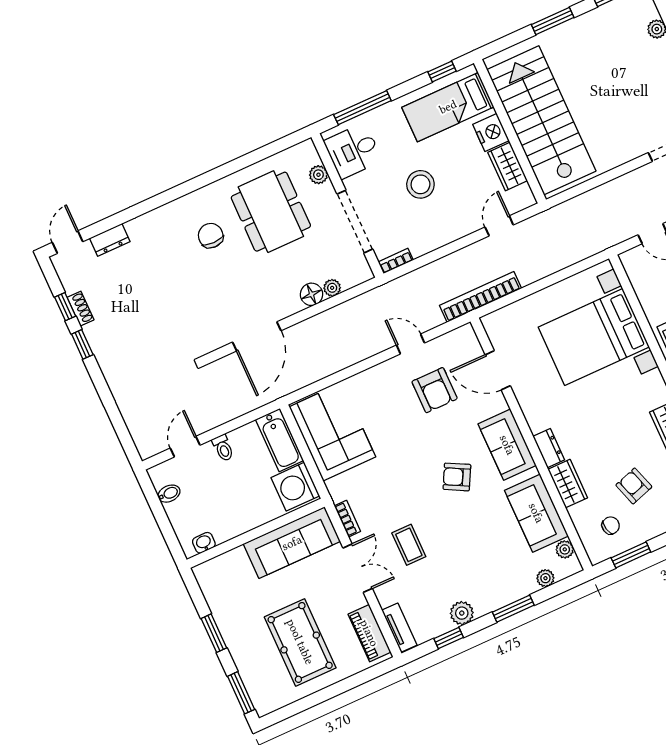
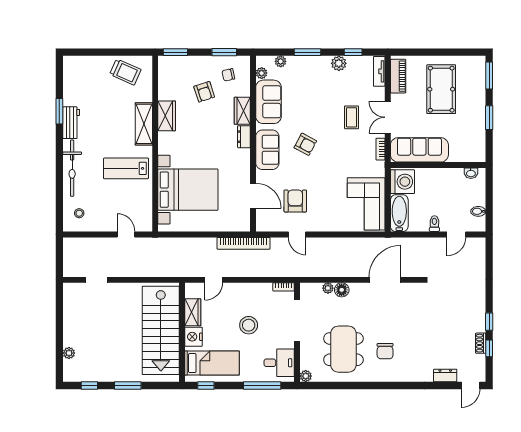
plant: (318, 175) -> (306, 376), moved

